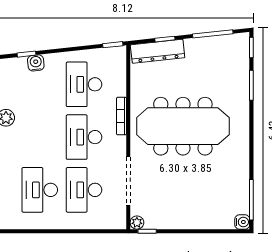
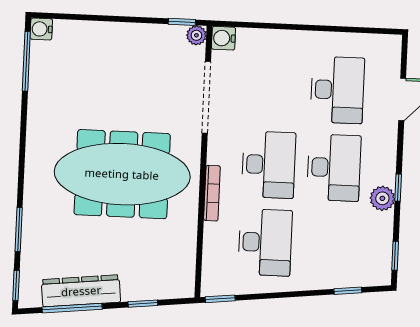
dresser: (158, 51) -> (81, 291), moved
water cooler: (36, 63) -> (223, 38), moved, turned 96
desk: (84, 190) -> (334, 168), moved

